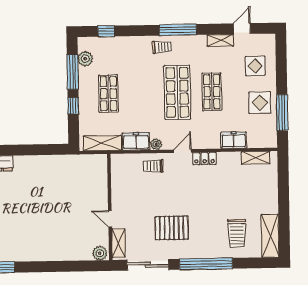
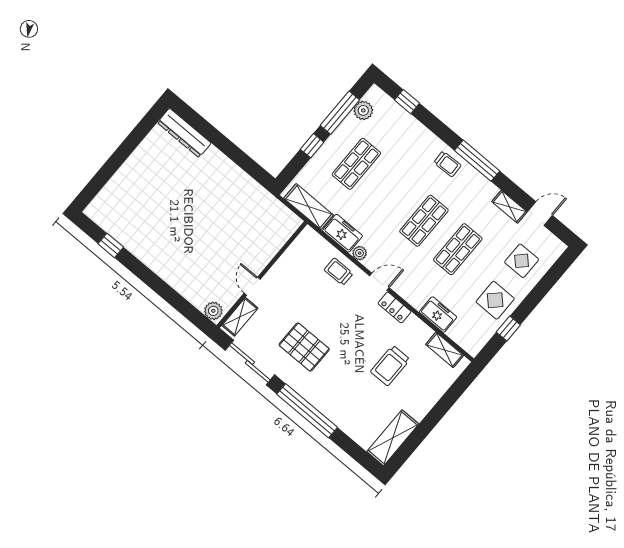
shop shelf: (177, 92) -> (424, 221), width x0.70, depth x0.74
window: (282, 112) -> (508, 329), width x0.46
trolley: (237, 233) -> (390, 366), moved

